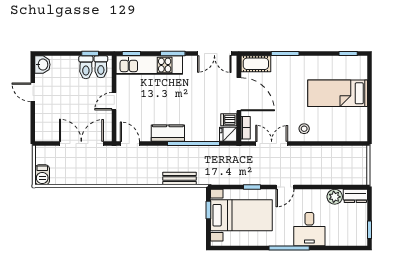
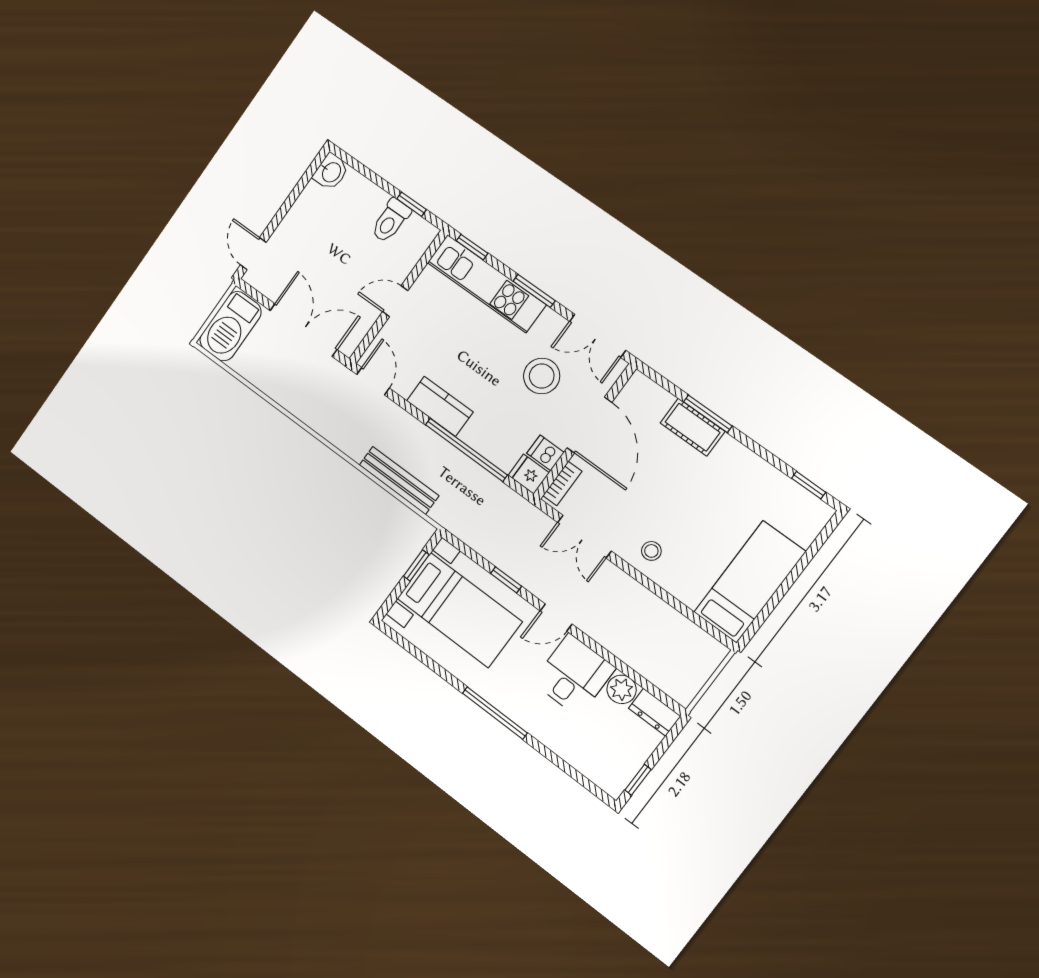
cot: (256, 64) -> (693, 427), moved
toilet: (101, 67) -> (413, 235), removed
stool: (203, 88) -> (542, 376), added
door: (33, 92) -> (253, 254), moved
bed: (338, 93) -> (750, 582), moved, turned 90
double door: (272, 144) -> (584, 537), swing flipped
barbecue: (42, 175) -> (230, 326), width x1.88, depth x1.53
bench: (179, 179) -> (399, 480), width x1.36
desk: (309, 229) -> (574, 675), moved, turned 180

